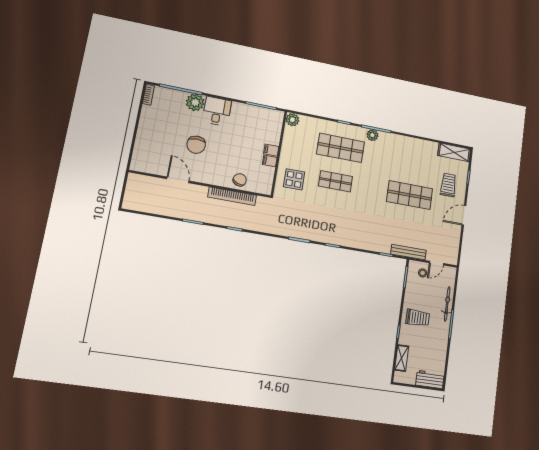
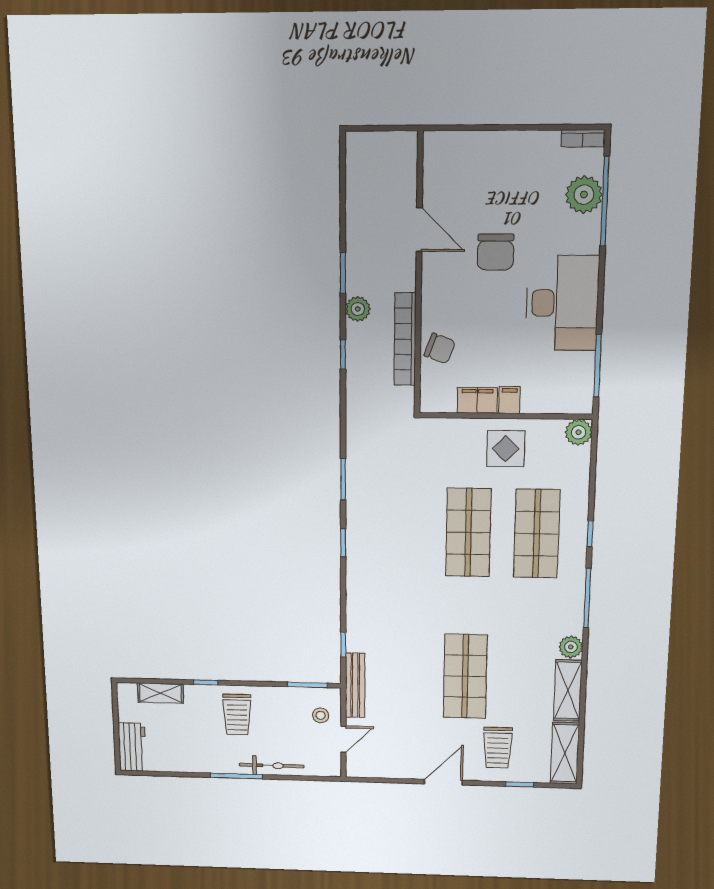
plant: (195, 102) -> (584, 195), moved
desk: (217, 111) -> (562, 303), width x1.87, depth x1.30
plant: (372, 135) -> (571, 647), moved
chair: (196, 145) -> (496, 252), turned -90
shelving: (422, 146) -> (568, 690), added
filing cabinet: (270, 161) -> (477, 400), width x2.00
display table: (294, 179) -> (506, 449), moved
door: (178, 180) -> (419, 229), hinge flipped
shop shelf: (336, 181) -> (468, 533), width x1.43, depth x1.36
trolley: (448, 185) -> (498, 748), turned 90
door: (464, 215) -> (443, 782), hinge flipped
plant: (213, 217) -> (358, 309), added
door: (436, 263) -> (343, 739), swing flipped

